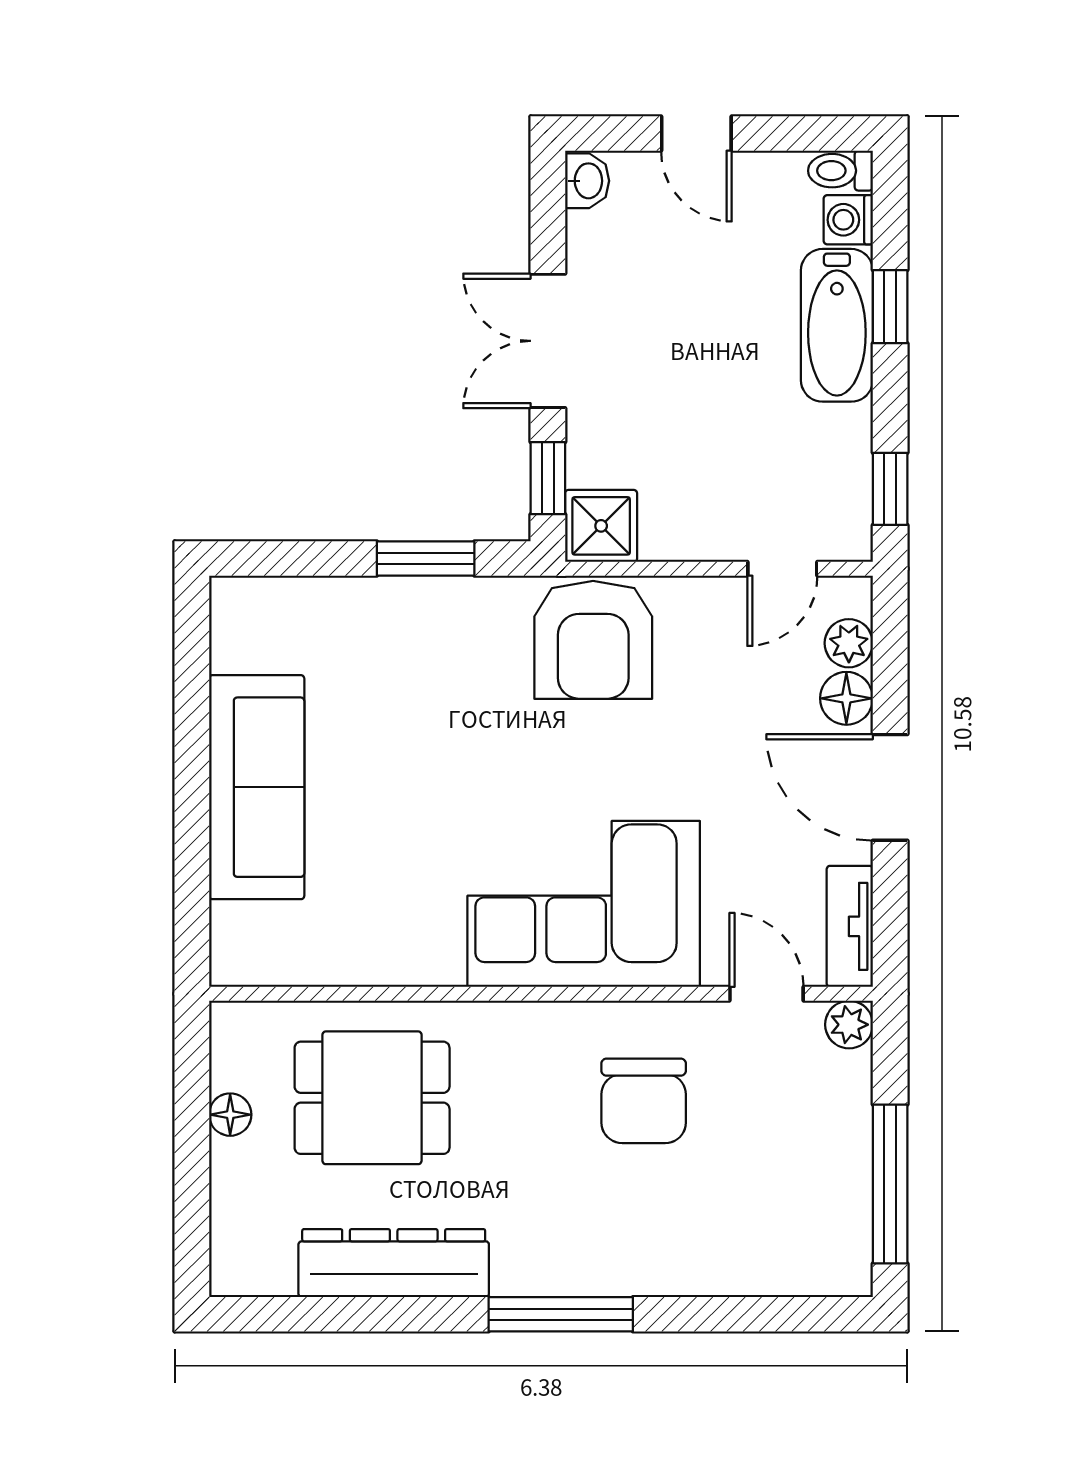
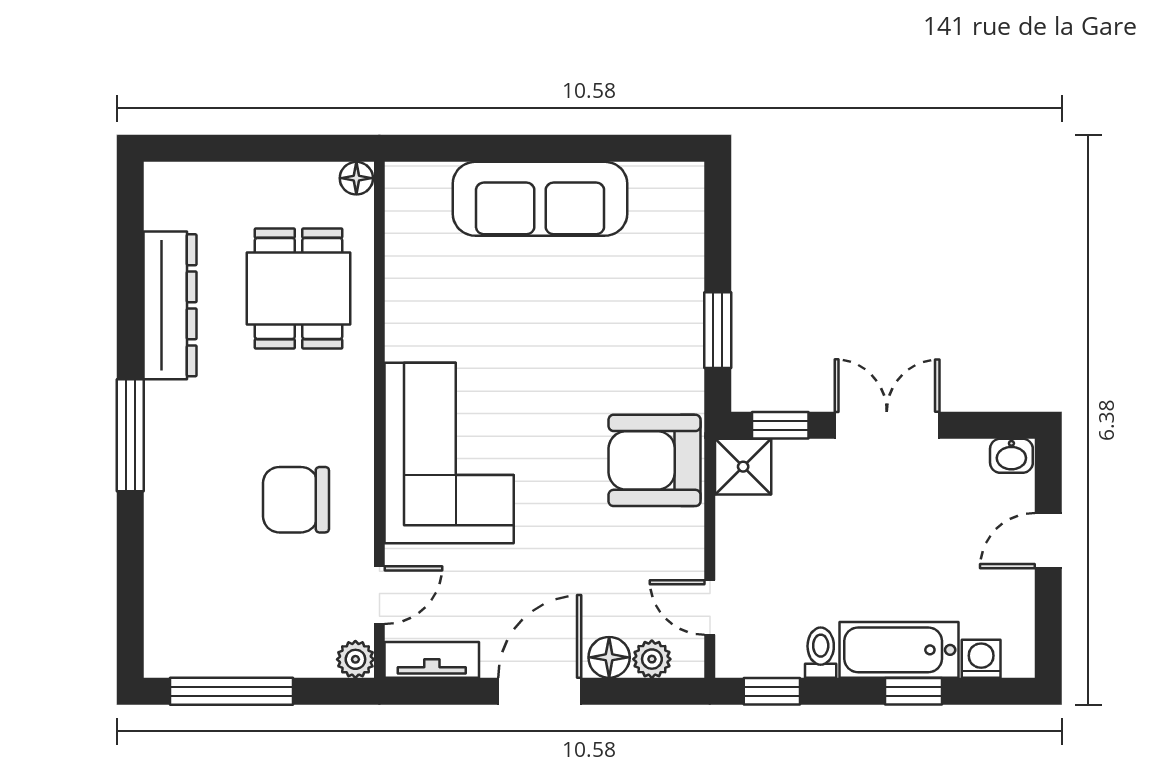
toilet: (840, 171) -> (821, 653), moved
floor lamp: (230, 1115) -> (356, 178), moved

